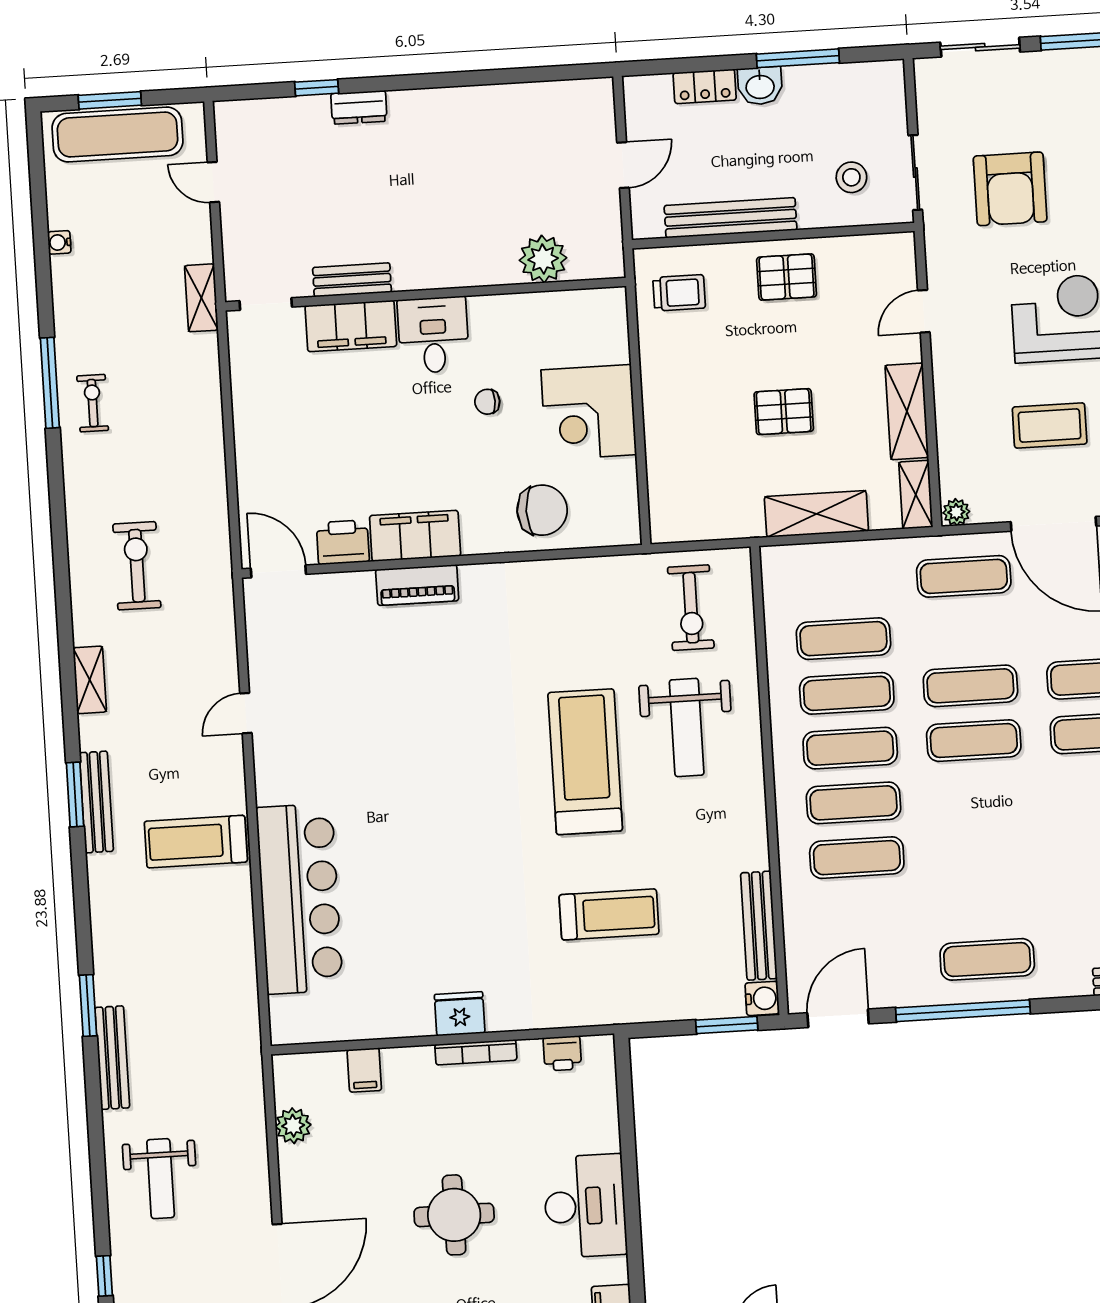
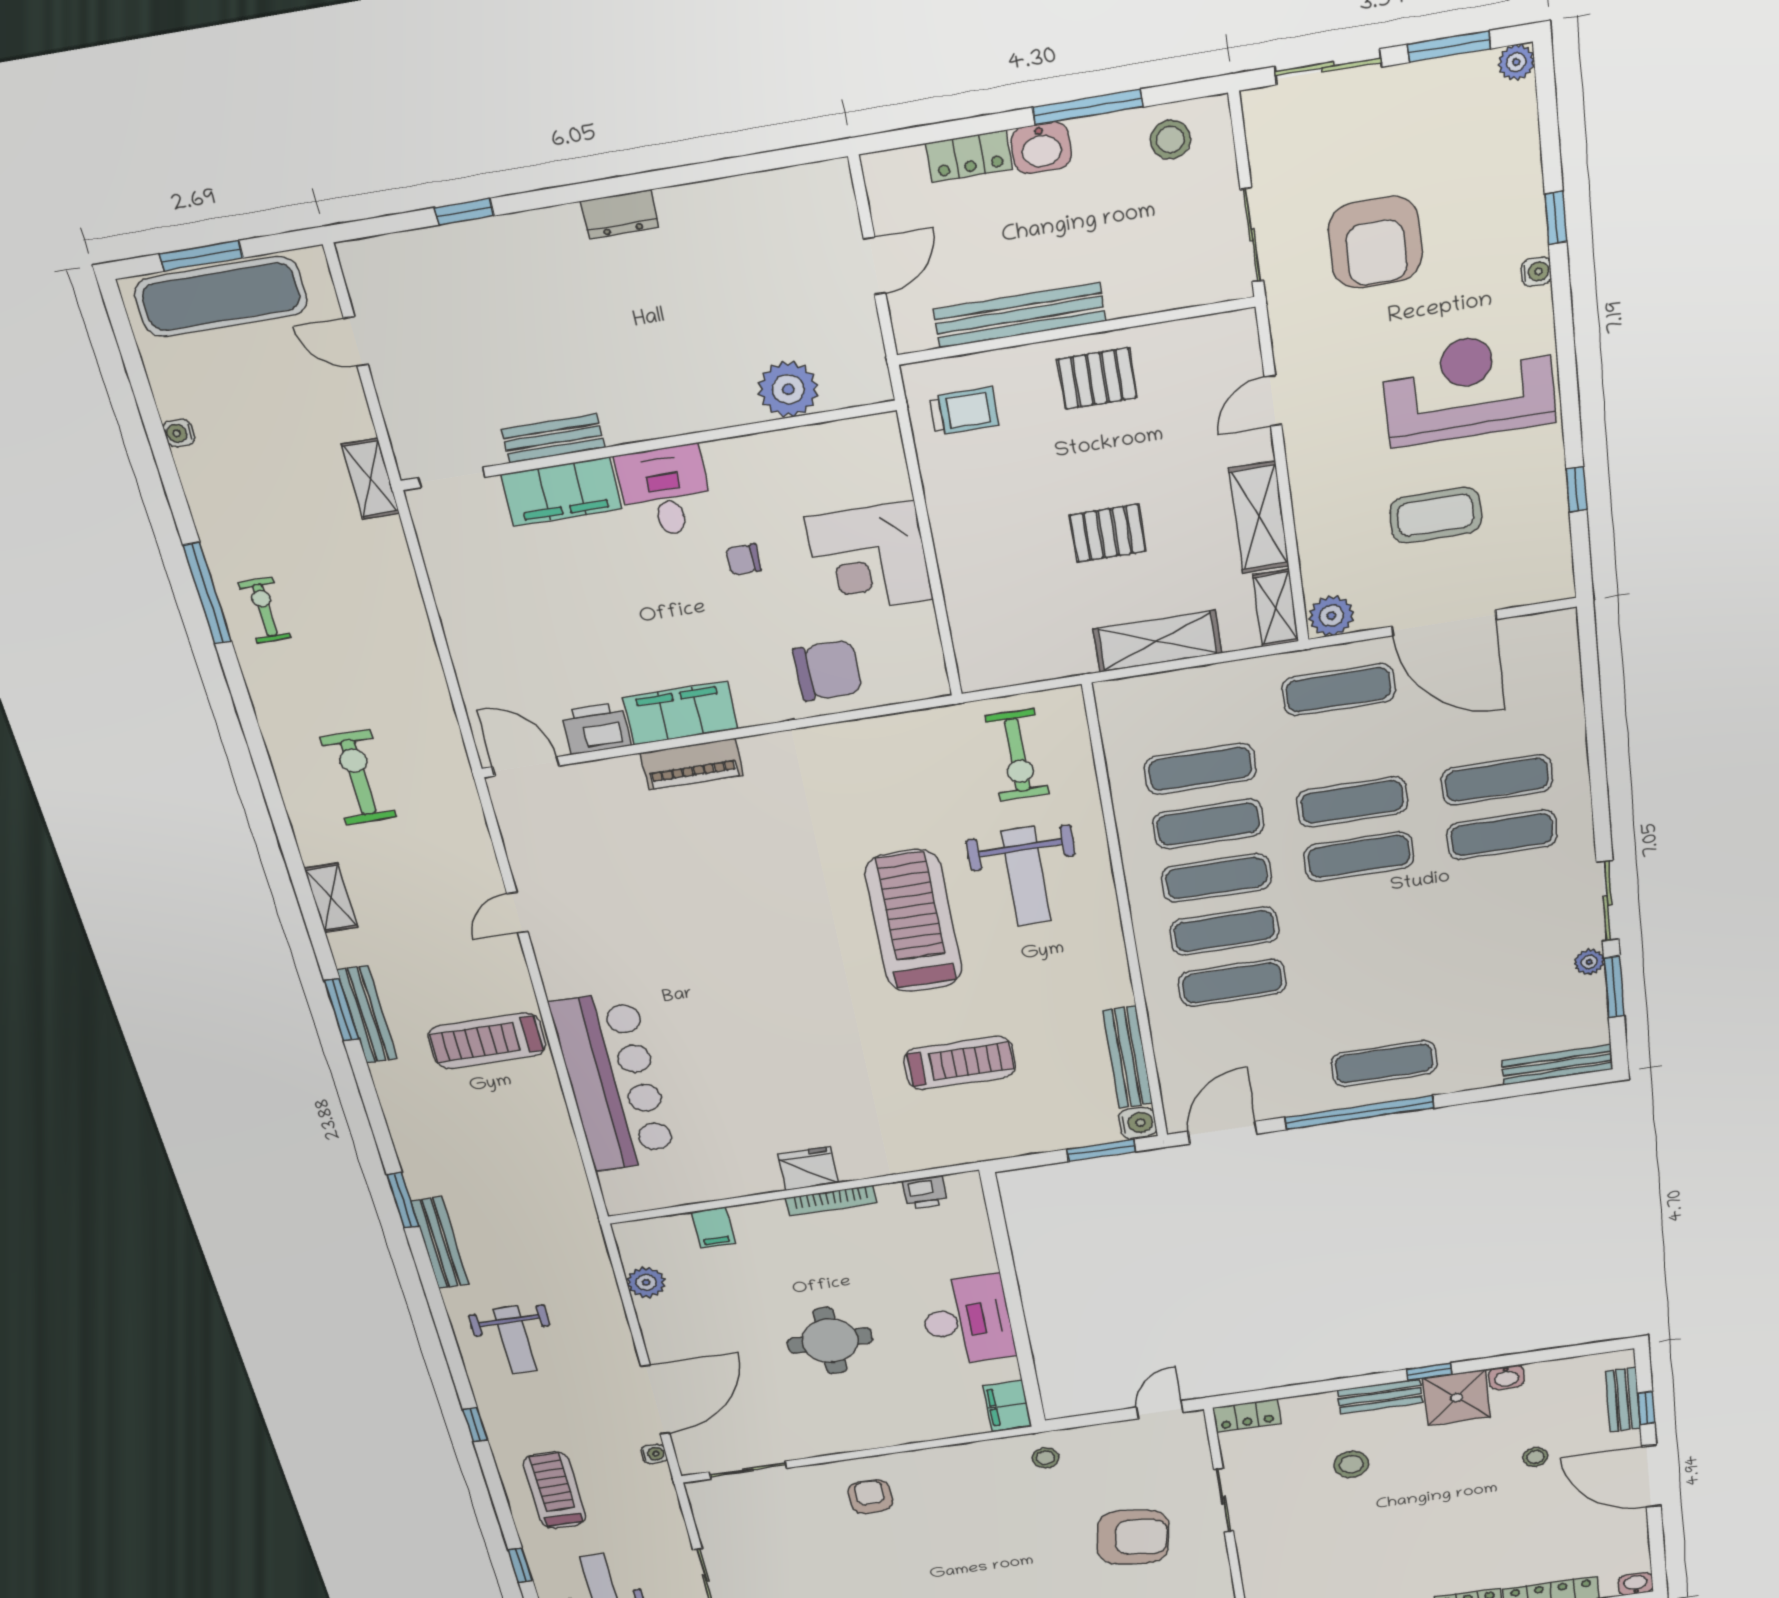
dresser: (359, 107) -> (620, 214), moved
stool: (851, 177) -> (1170, 140), moved
plant: (956, 512) -> (1331, 616), width x1.38, depth x1.38

